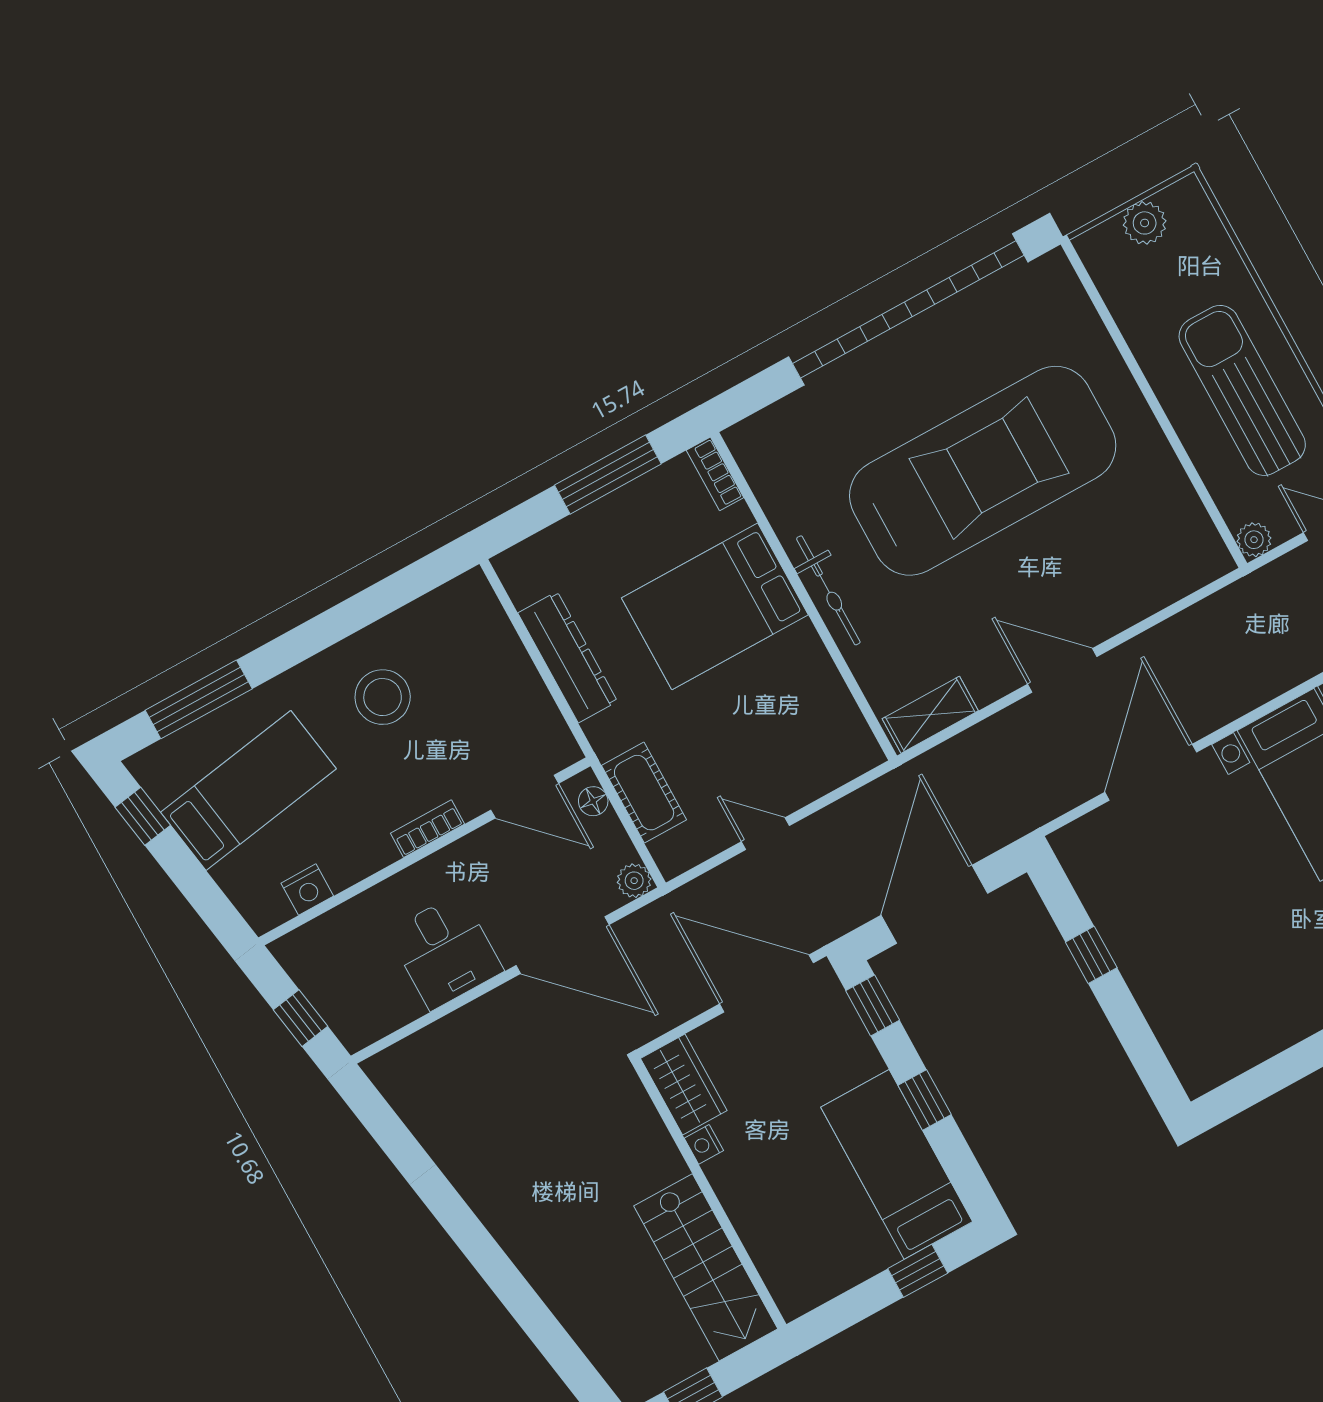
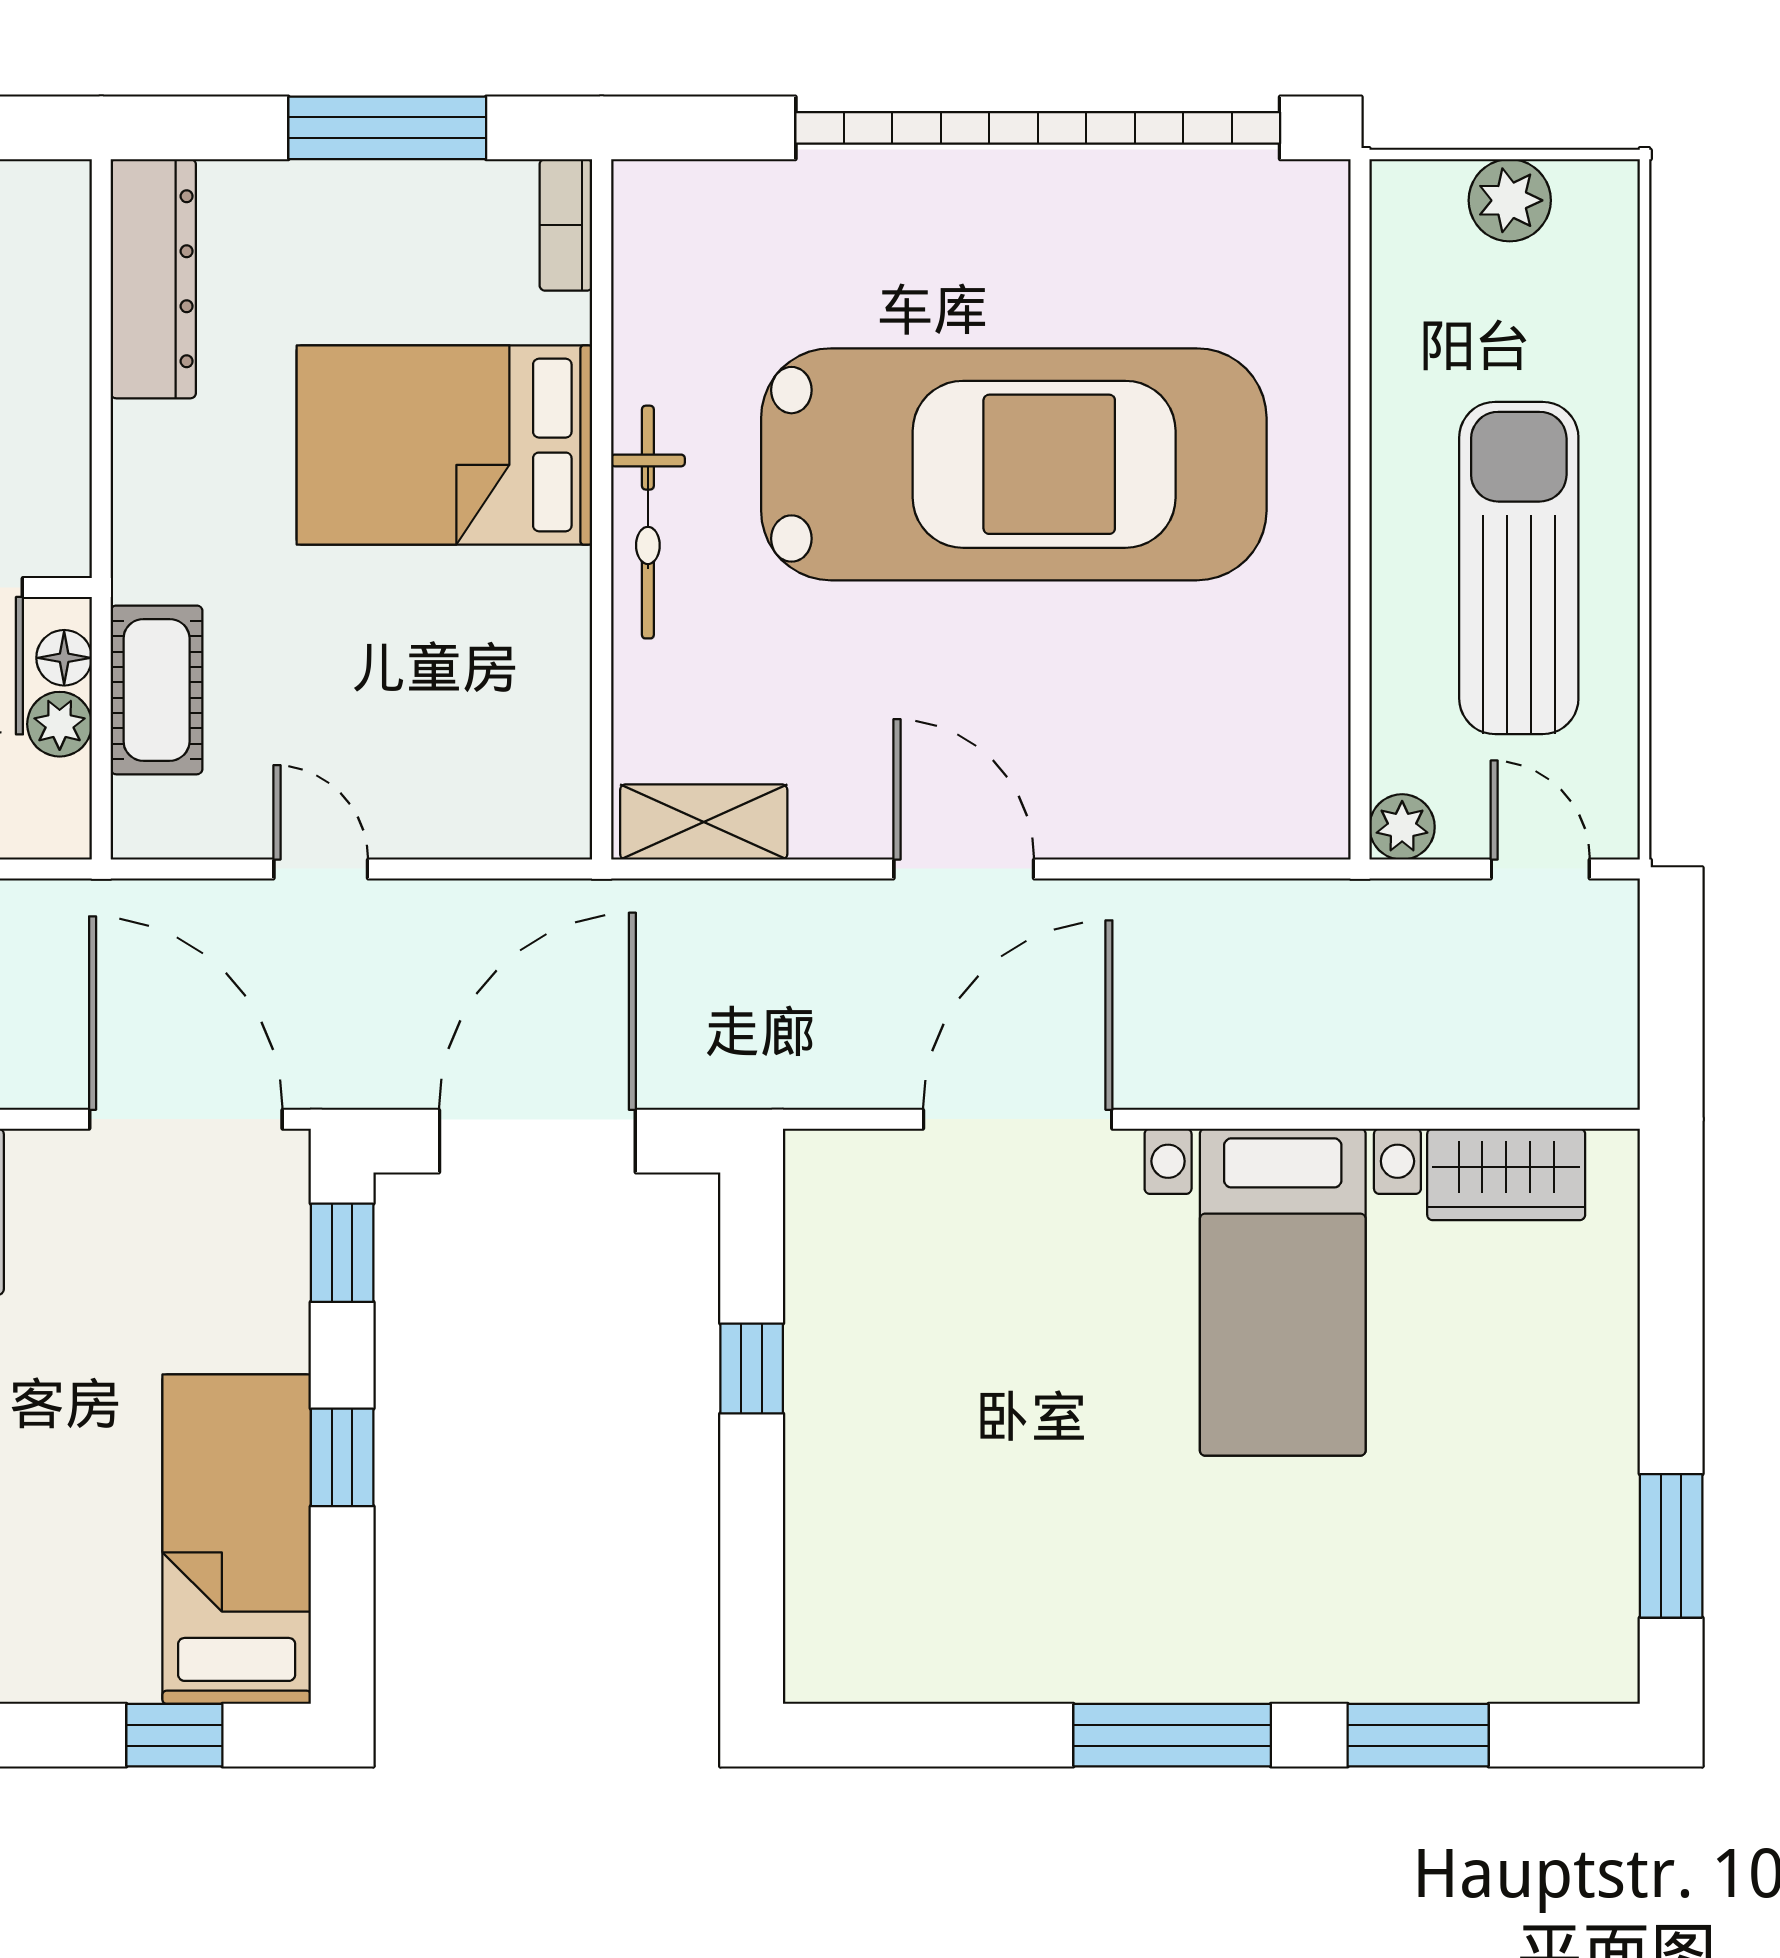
dresser: (568, 657) -> (153, 279), moved
plant: (634, 881) -> (60, 724), moved

